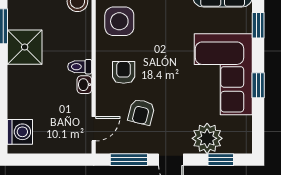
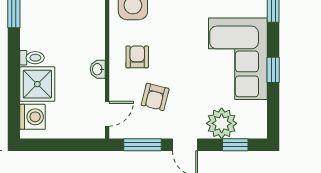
shower: (25, 47) -> (37, 84), moved
toilet: (80, 67) -> (32, 58), moved, turned 180

